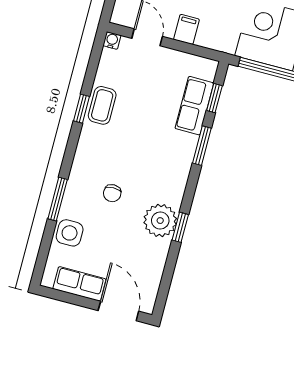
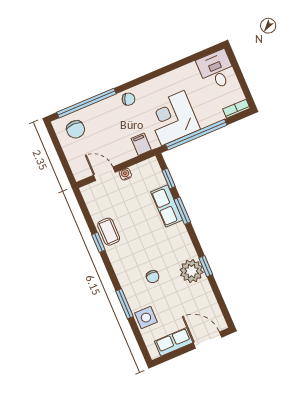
filing cabinet: (186, 29) -> (141, 144), moved
water cooler: (112, 40) -> (125, 174), moved
row of seats: (194, 106) -> (167, 206), moved

